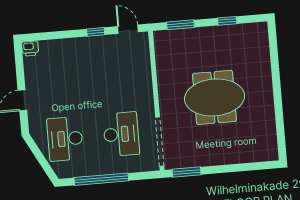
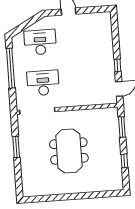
printer: (30, 49) -> (106, 18), removed
desk: (121, 134) -> (43, 83), turned 180
window: (187, 172) -> (16, 147), moved

